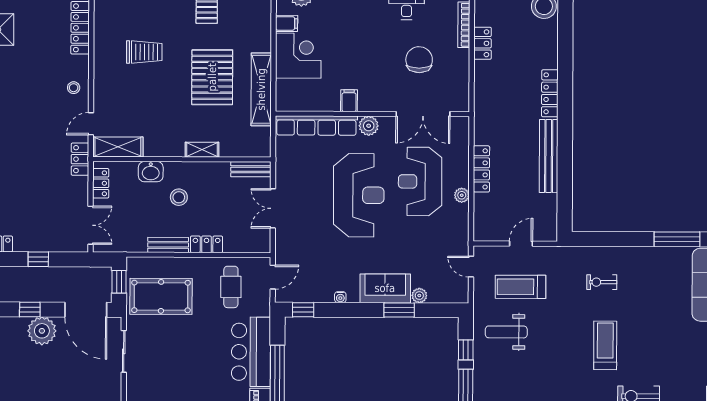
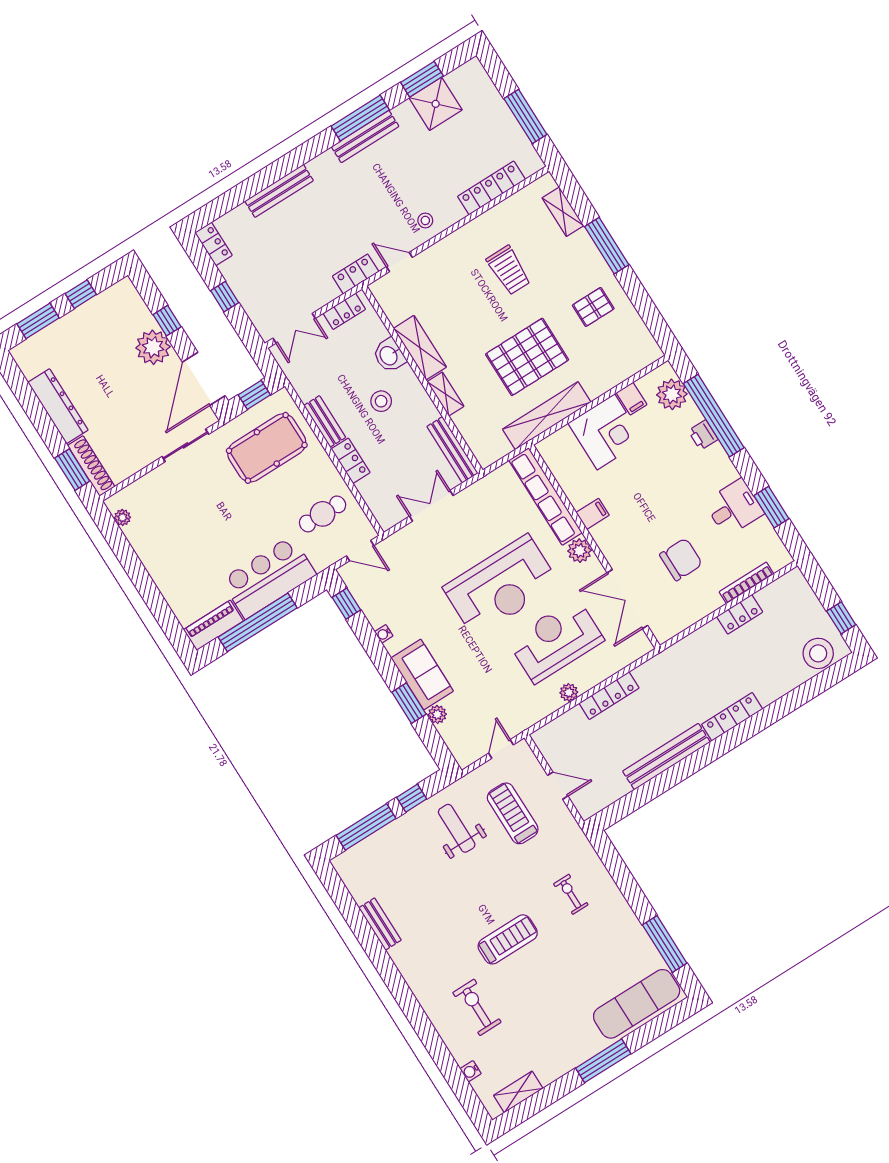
shelving: (118, 147) -> (420, 348), moved
bench: (251, 169) -> (453, 450), width x1.36
pool table: (161, 296) -> (267, 448), turned 90

